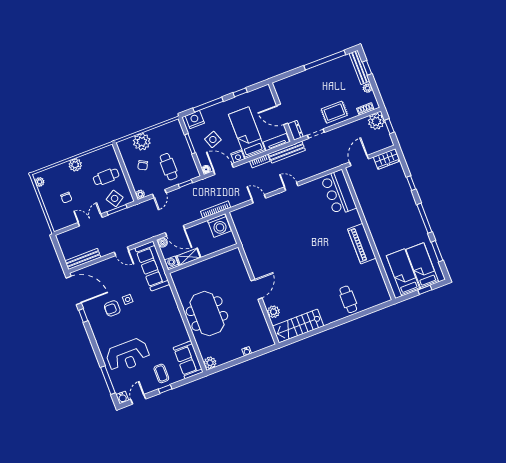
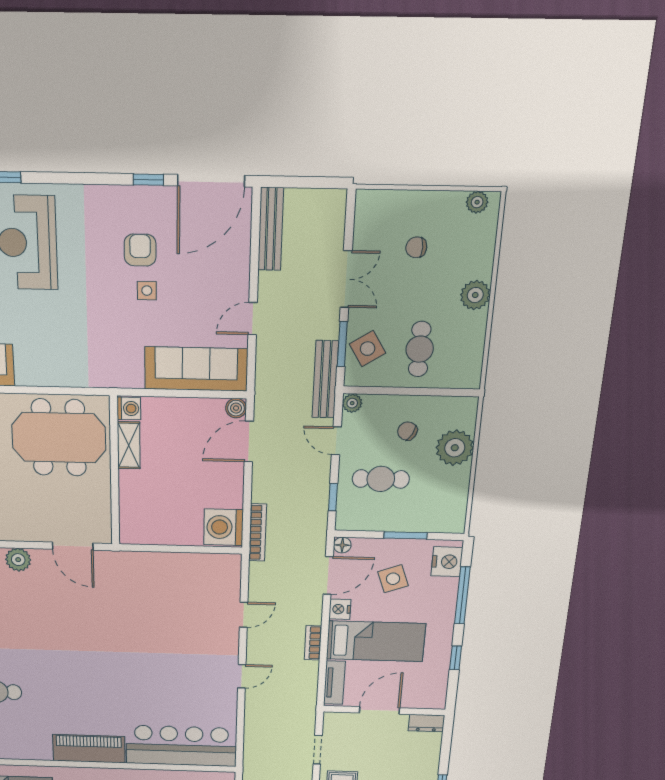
dresser: (295, 130) -> (426, 723), moved
bench: (287, 152) -> (325, 379), moved
bar counter: (339, 193) -> (181, 746), width x1.36
shelving: (188, 257) -> (129, 445), moved
wall: (203, 258) -> (115, 472), moved
washing machine: (172, 263) -> (129, 408), moved

